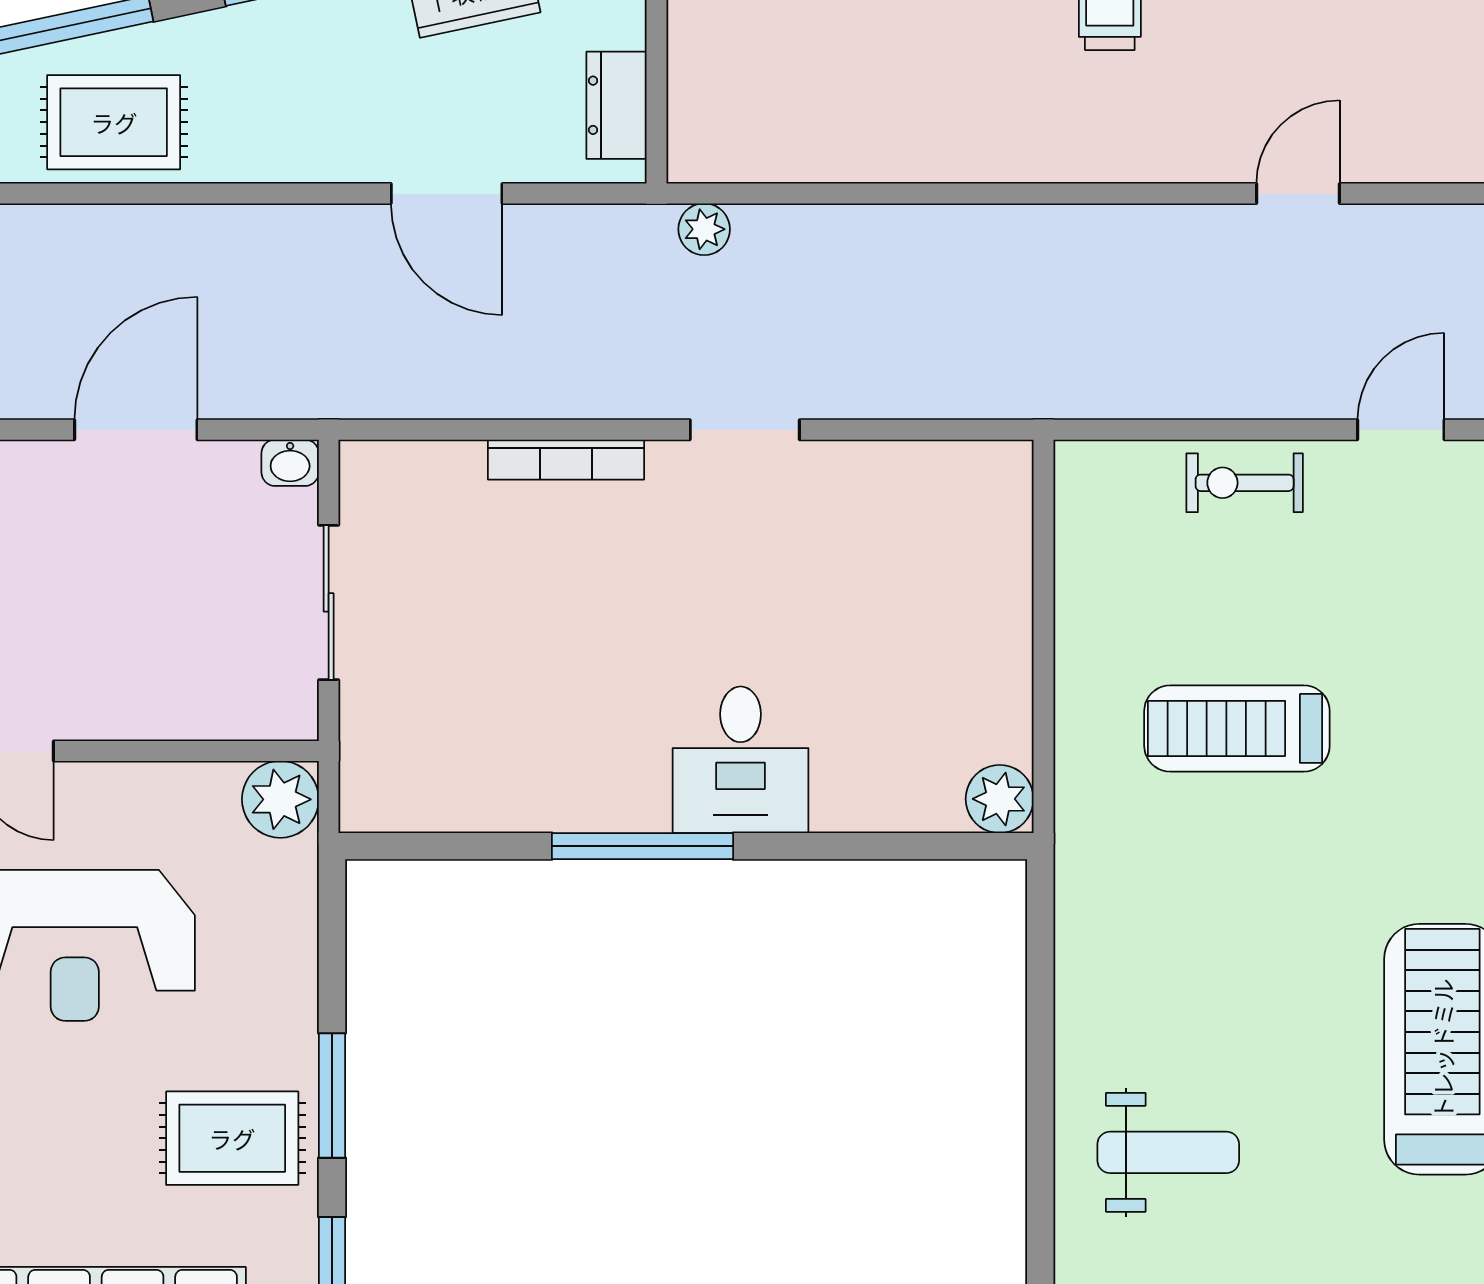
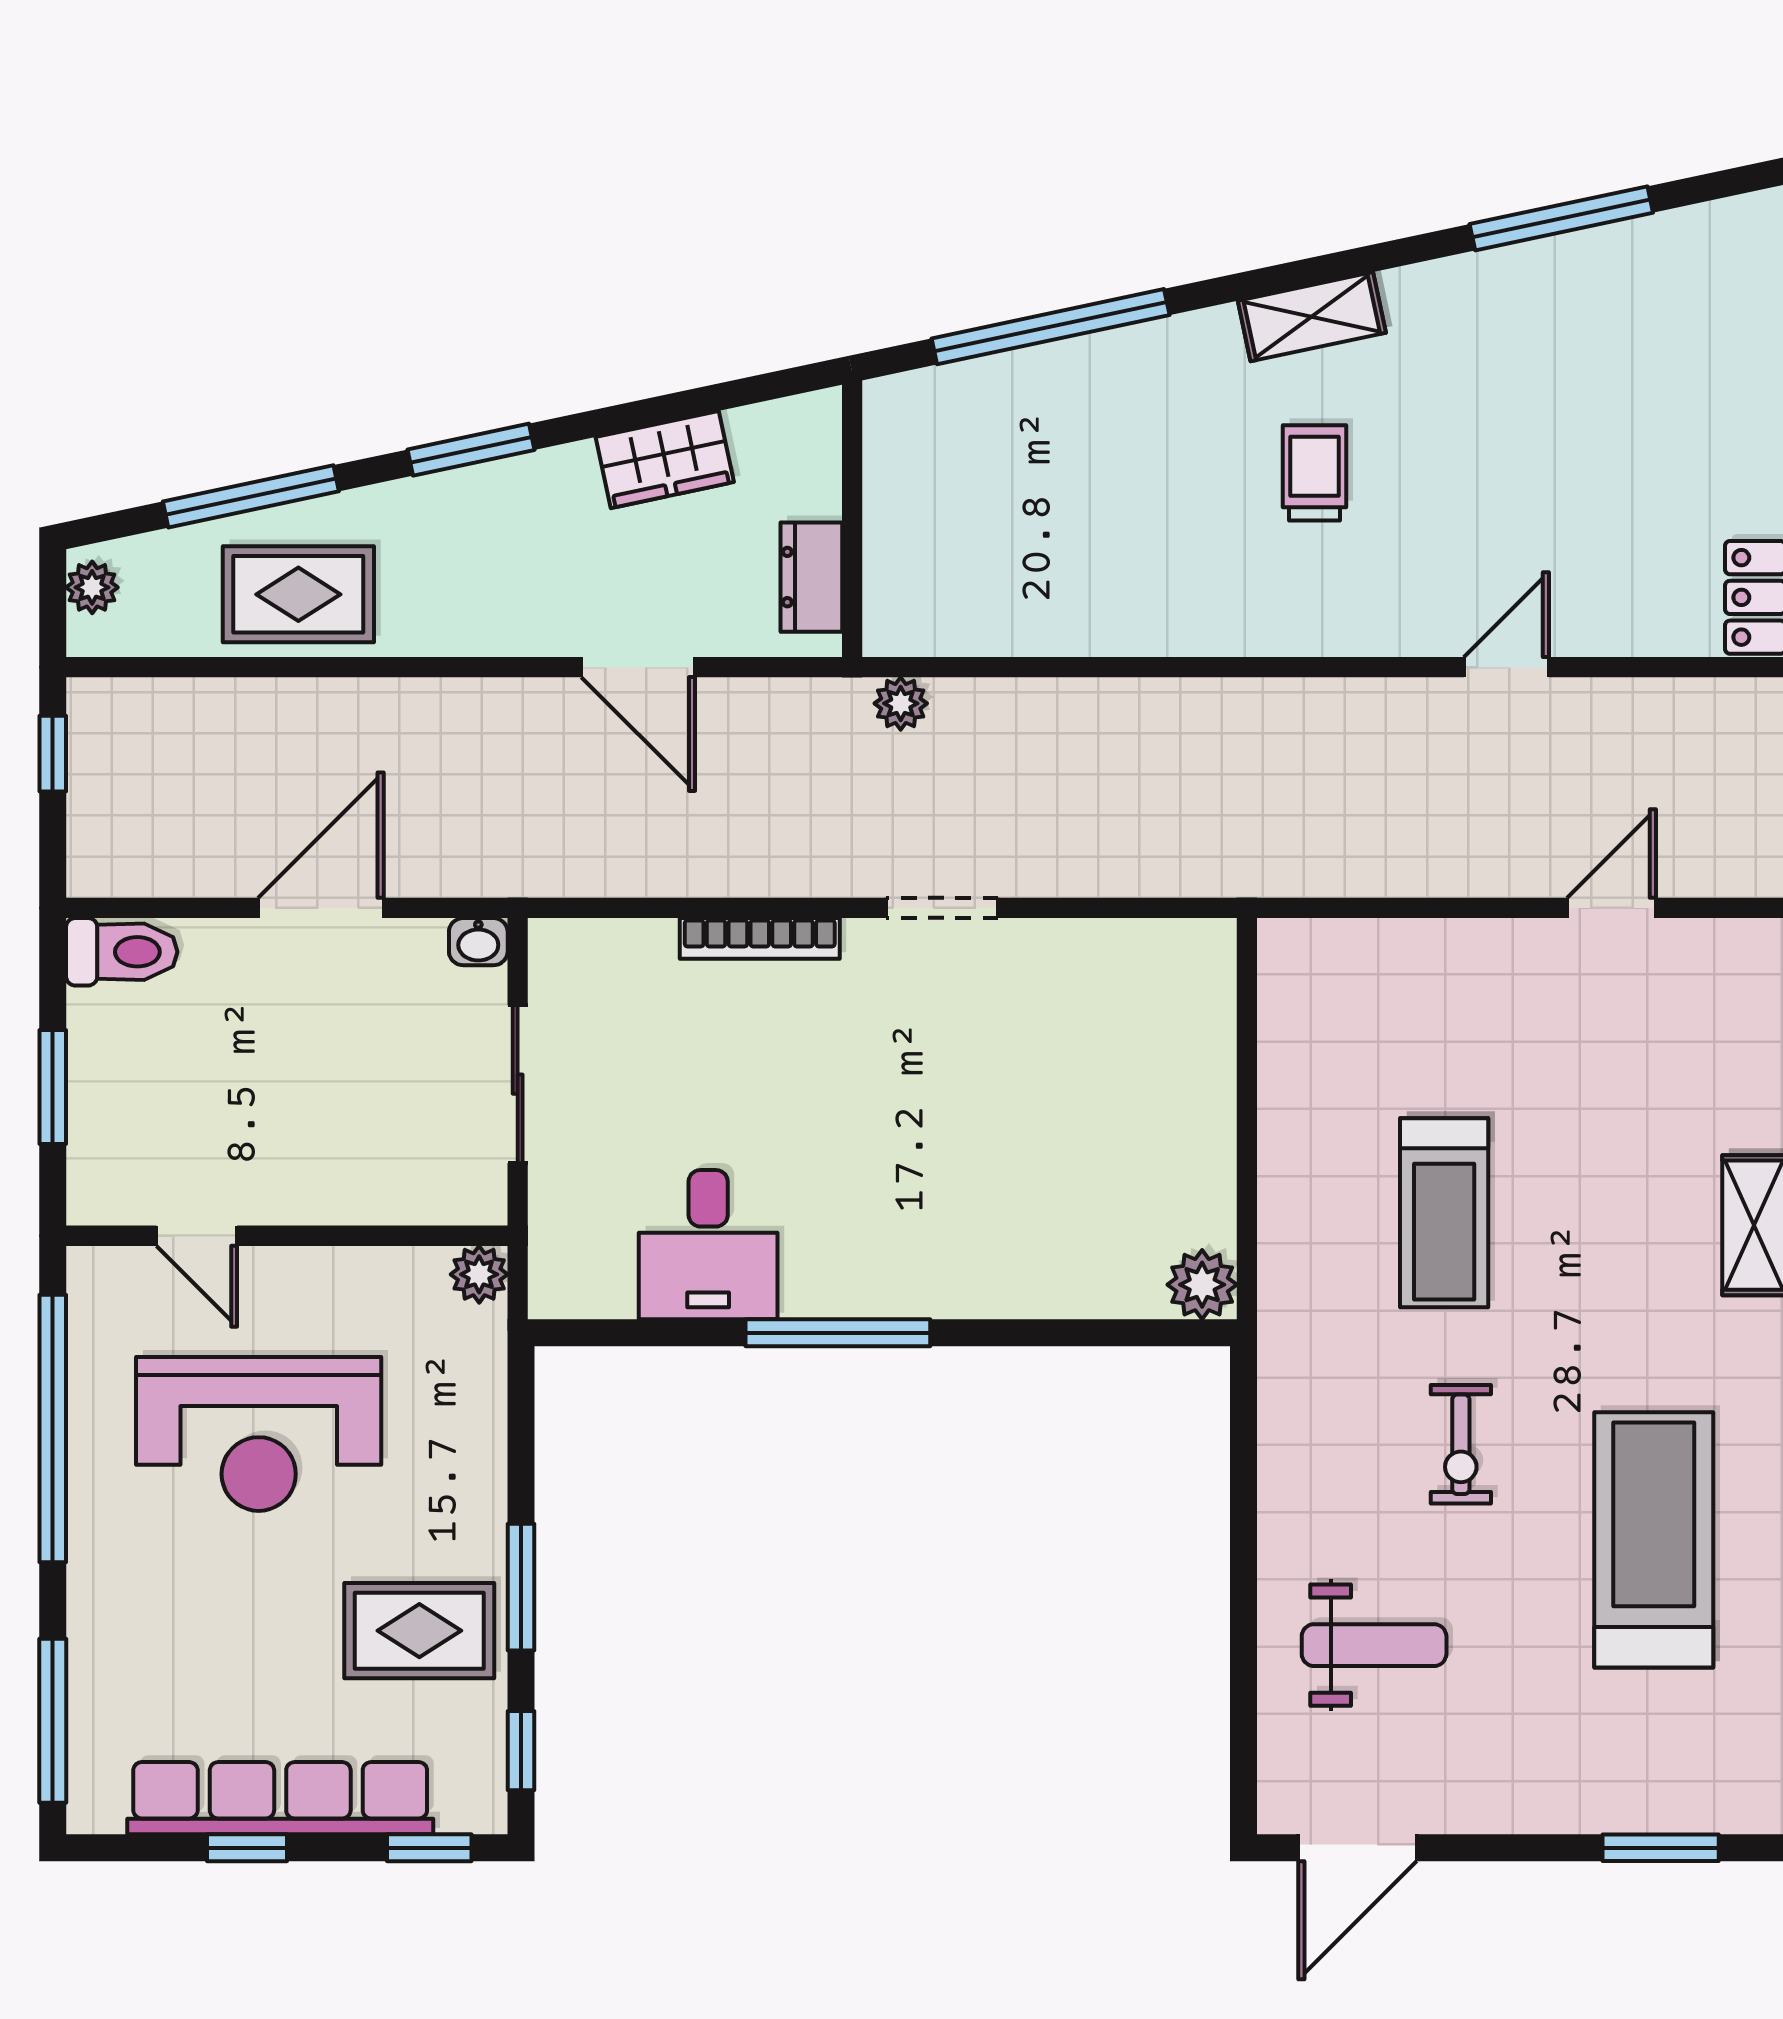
exercise bike: (1245, 483) -> (1461, 1444), moved, turned -90
treadmill: (1237, 728) -> (1444, 1213), turned -90
desk: (741, 760) -> (708, 1245), moved
plant: (280, 799) -> (479, 1274), width x0.73, depth x0.73

